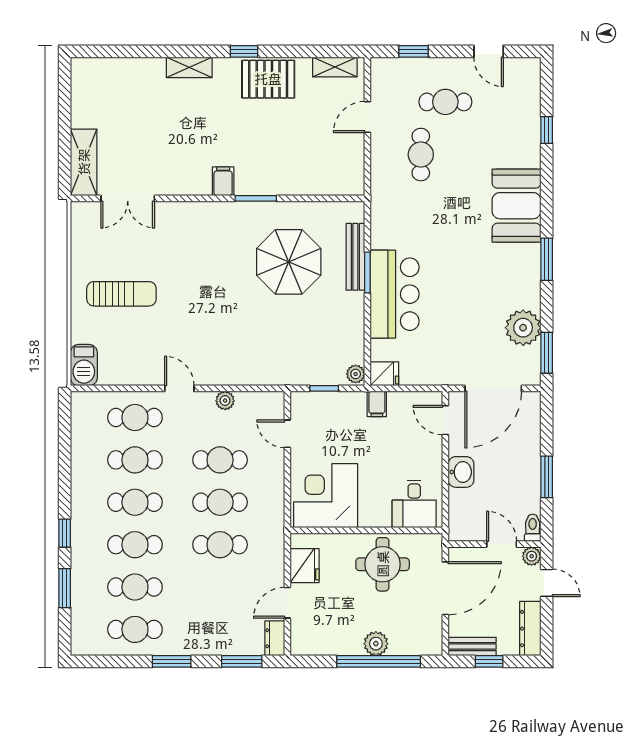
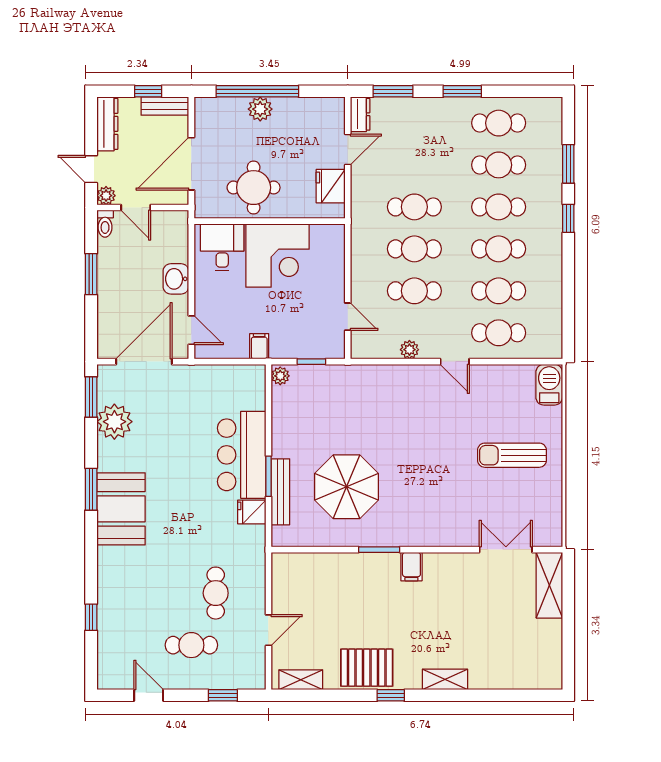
booth: (516, 206) -> (121, 509), moved
fridge: (384, 374) -> (252, 512), moved
corner desk: (326, 496) -> (277, 256), moved

